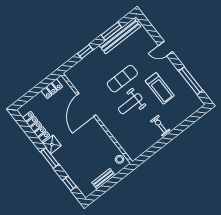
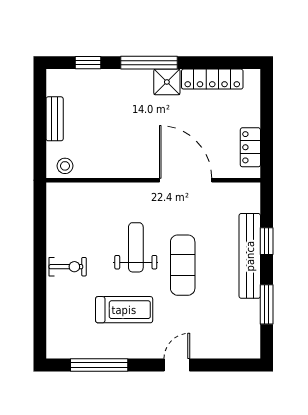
bench: (120, 36) -> (250, 256), moved
treadmill: (160, 88) -> (124, 310), turned 180
window: (50, 158) -> (149, 63), width x1.44

